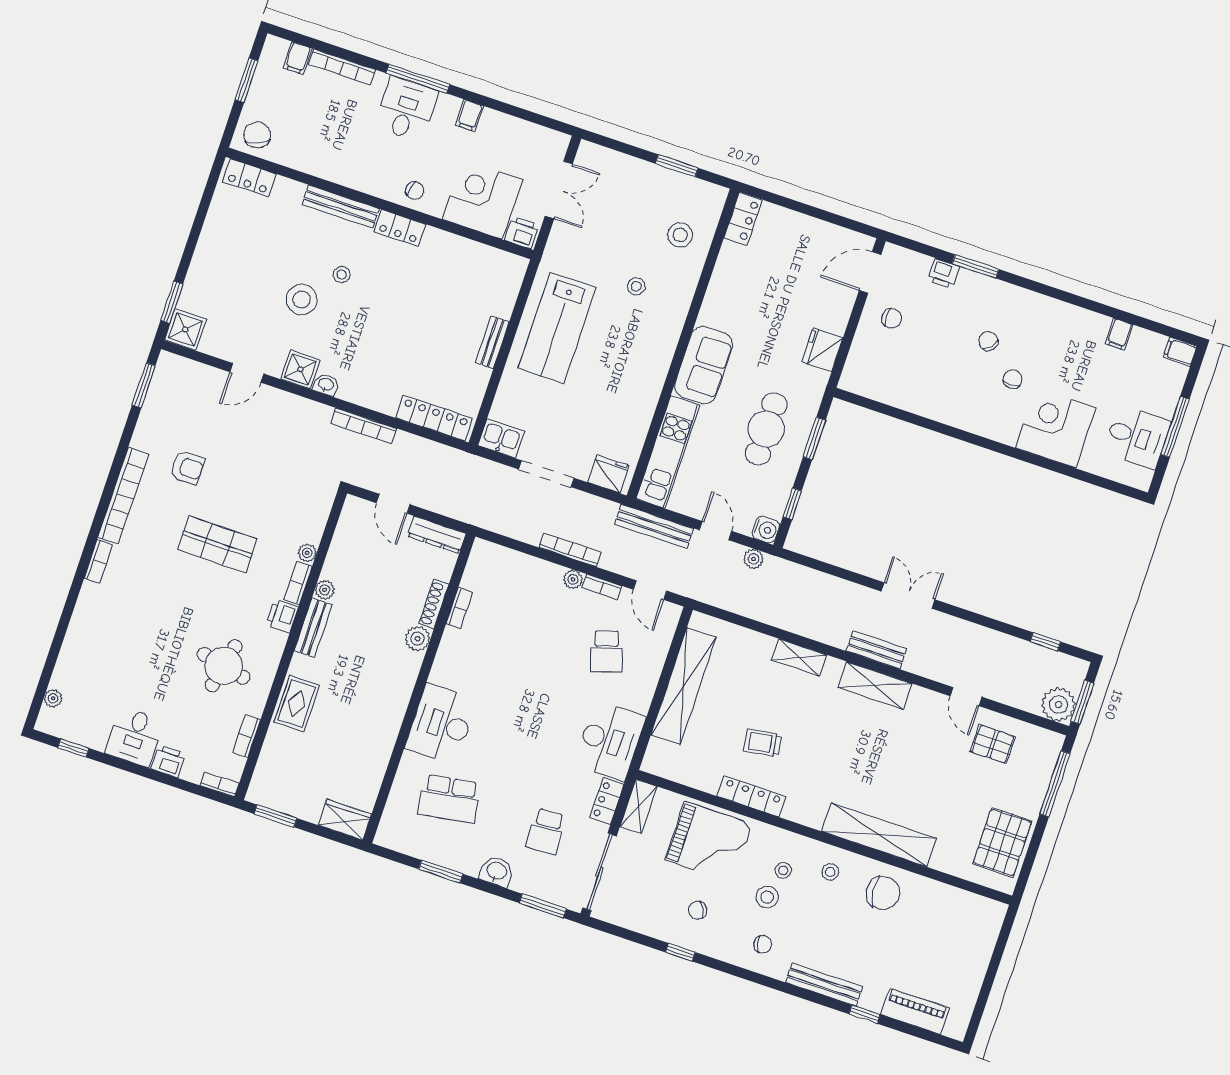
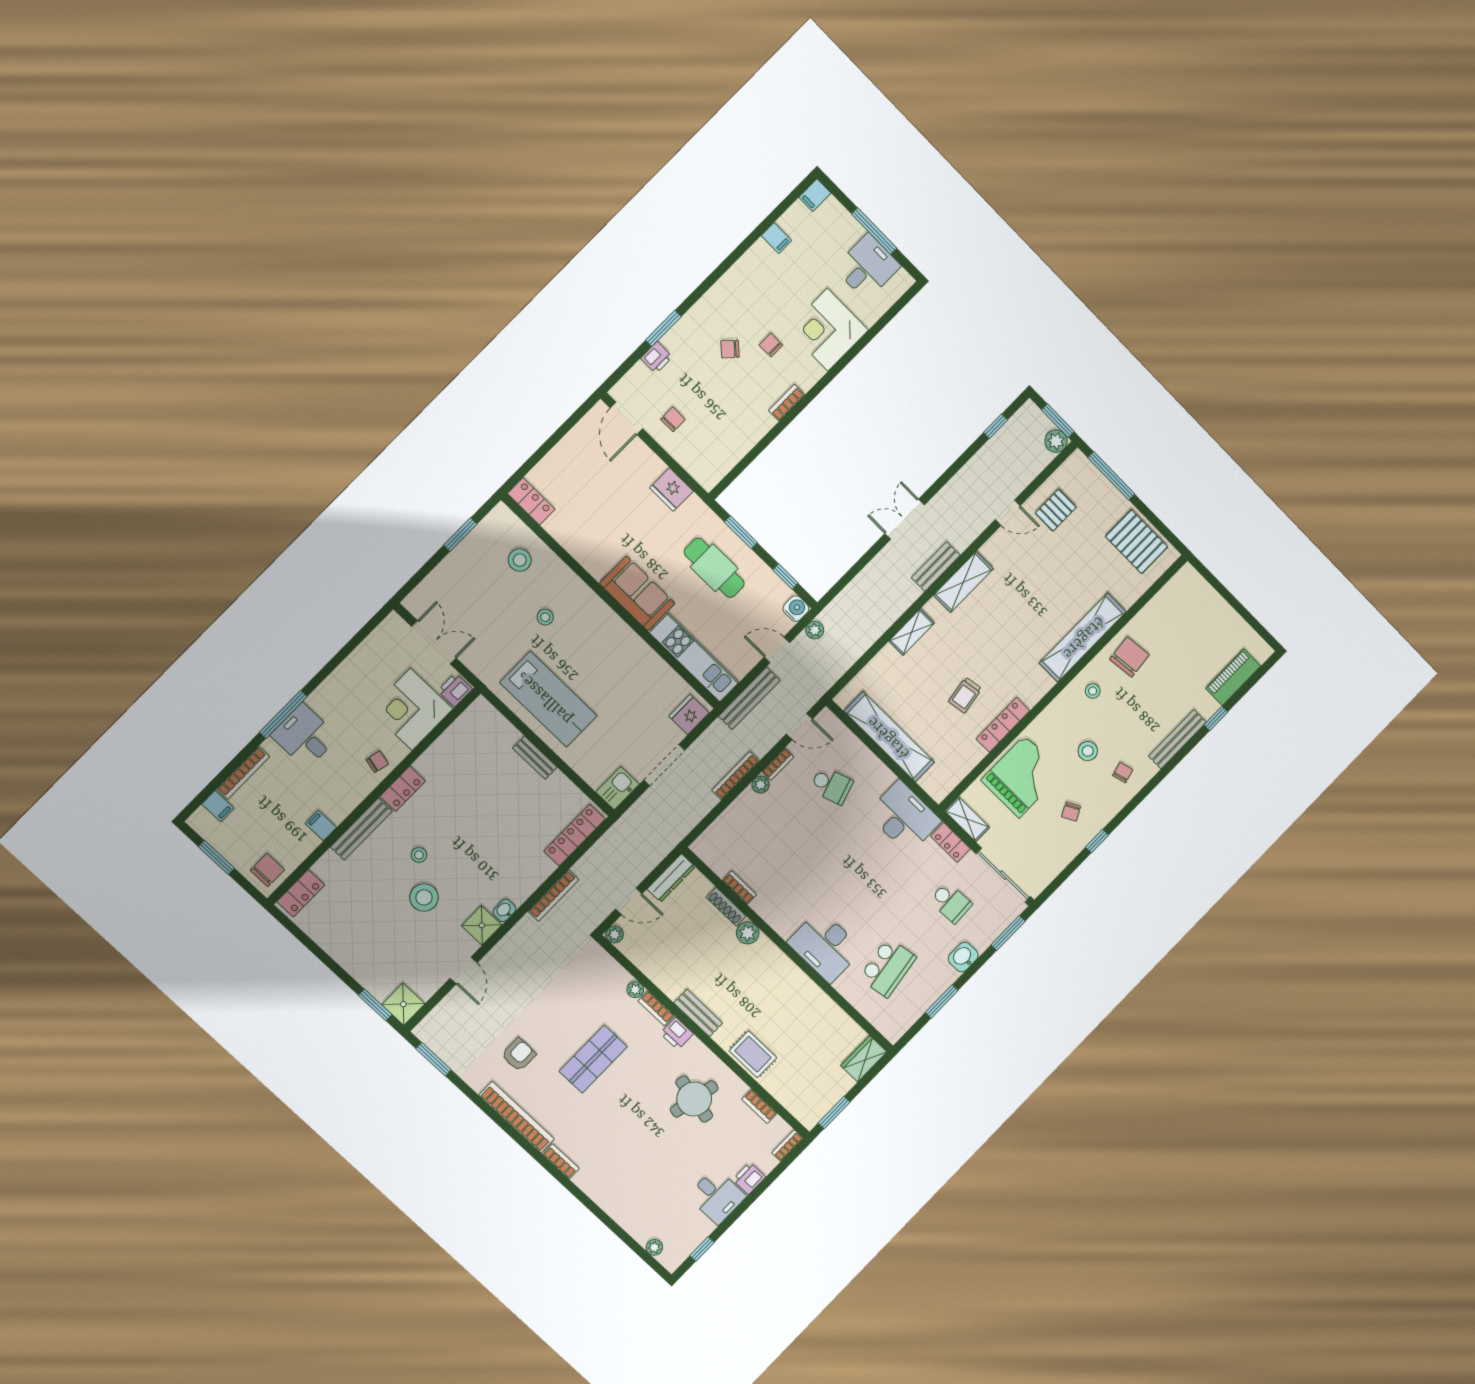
filing cabinet: (469, 116) -> (321, 825), moved, turned 180
chair: (257, 135) -> (267, 870), turned 112
bookcase: (964, 422) -> (787, 403), added
plant: (325, 590) -> (615, 934), moved
plant: (1058, 705) -> (1056, 441), width x0.73, depth x0.73
stool: (783, 870) -> (1073, 728), removed

